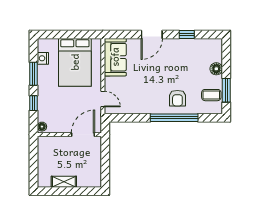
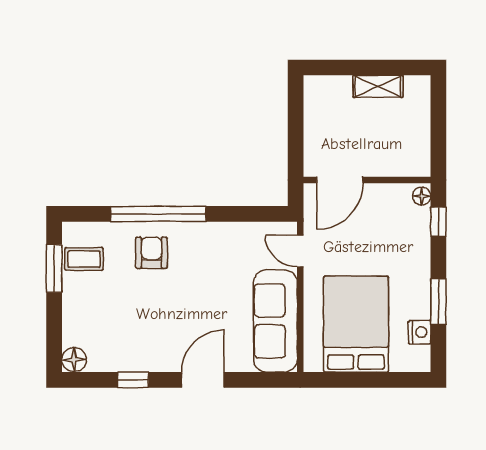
sofa: (115, 57) -> (275, 321), width x1.36
floor lamp: (216, 69) -> (74, 360), moved
window: (34, 103) -> (438, 222), moved

